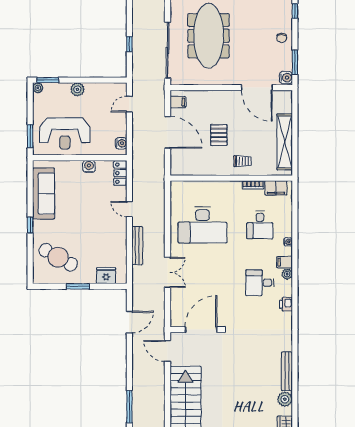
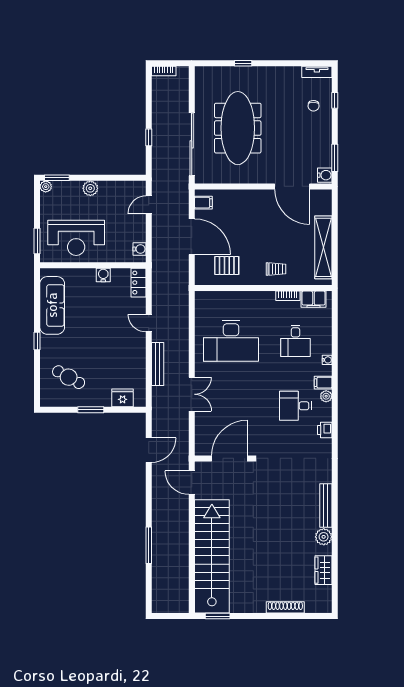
chair: (282, 38) -> (314, 106), moved
pallet: (219, 135) -> (227, 266), moved, turned 90
cafe table: (58, 257) -> (69, 377), width x0.73, depth x0.74

